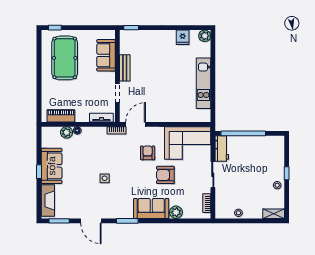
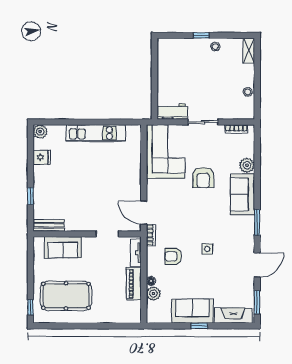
window: (131, 28) -> (30, 196), moved
bench: (125, 68) -> (49, 225), moved
piano: (61, 116) -> (134, 284), moved
window: (243, 133) -> (154, 86), removed
armchair: (148, 153) -> (173, 256), moved

